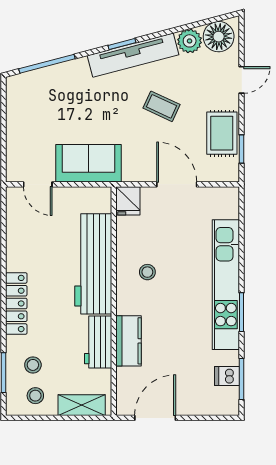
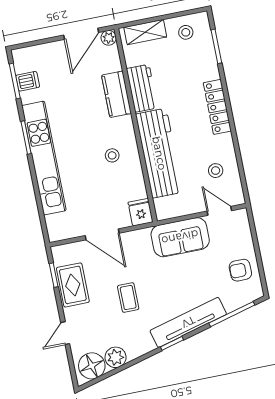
tv unit: (133, 55) -> (188, 322), moved
coffee table: (161, 106) -> (128, 298), turned 65
armchair: (27, 112) -> (240, 270), added
stool: (33, 365) -> (216, 171), moved
plant: (125, 407) -> (109, 38), added

